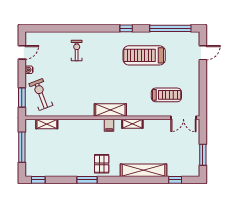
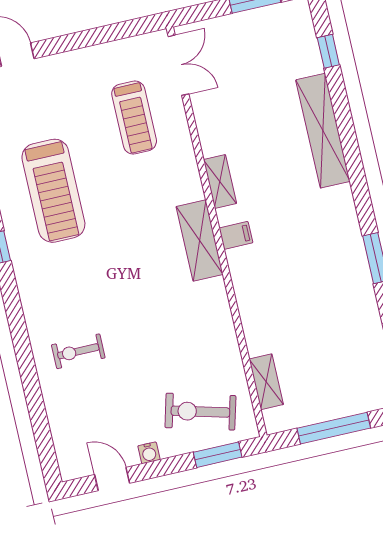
exercise bike: (41, 94) -> (200, 412), turned 36
treadmill: (166, 95) -> (134, 117), turned 180
pallet: (102, 164) -> (330, 232), removed

